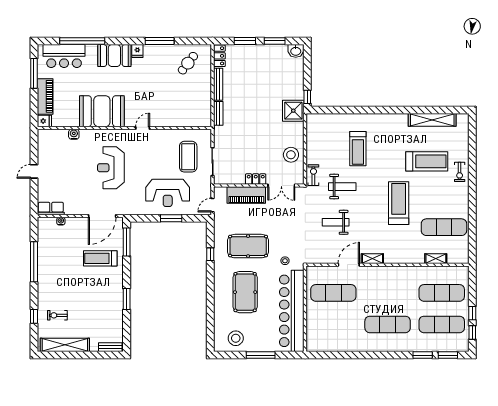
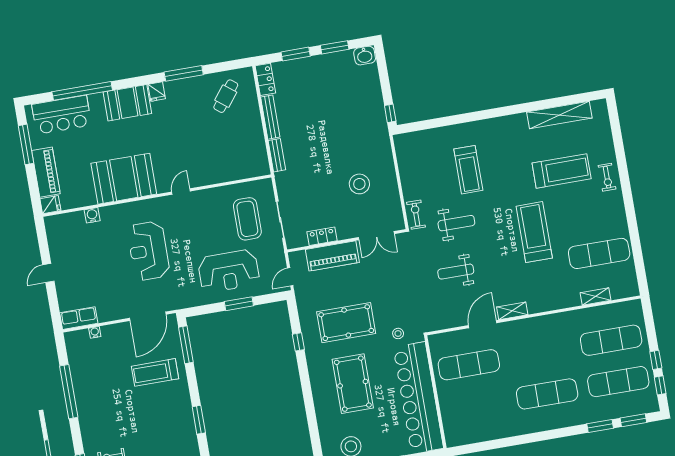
shower: (293, 111) -> (375, 135), removed
stool: (291, 155) -> (359, 184), moved
locker: (256, 179) -> (322, 236), moved

